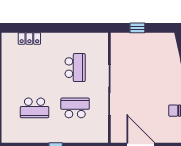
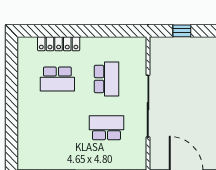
locker: (29, 38) -> (59, 44), width x1.53
school desk: (35, 108) -> (57, 79), moved

